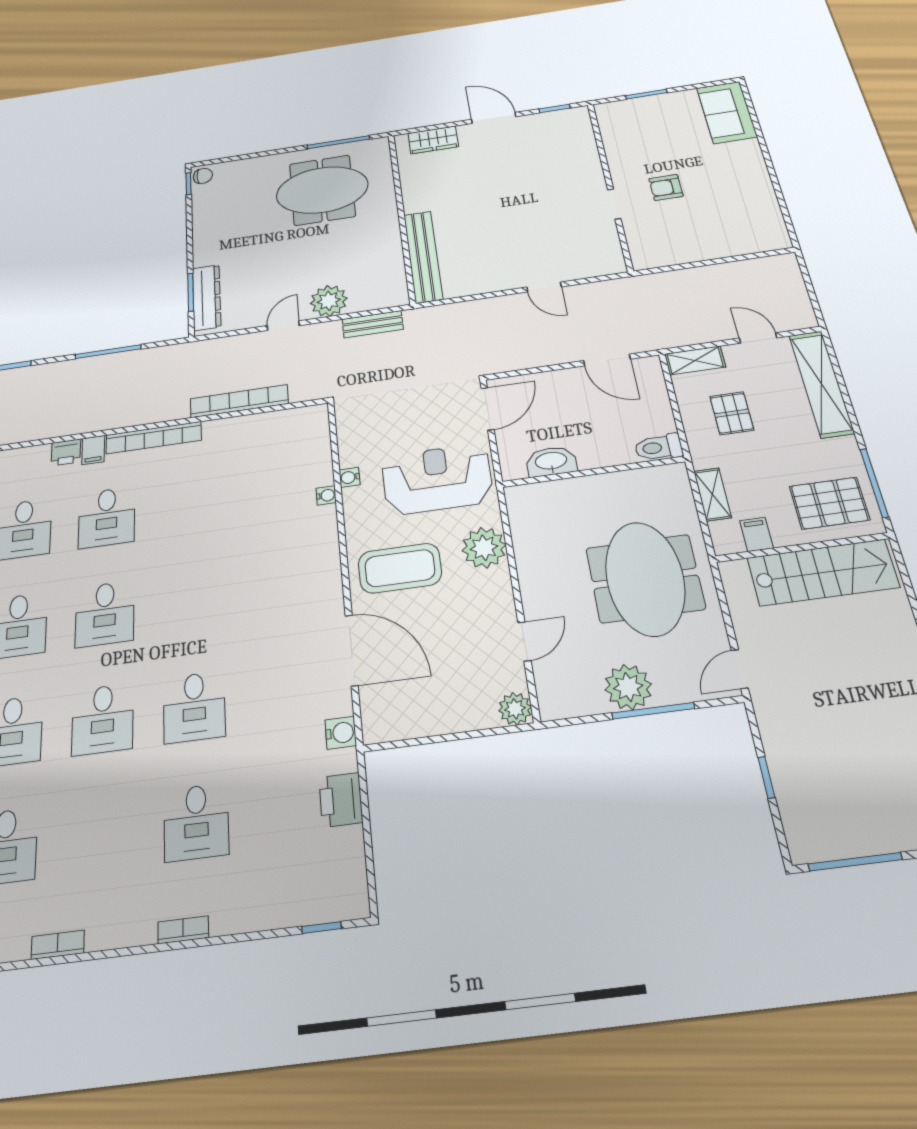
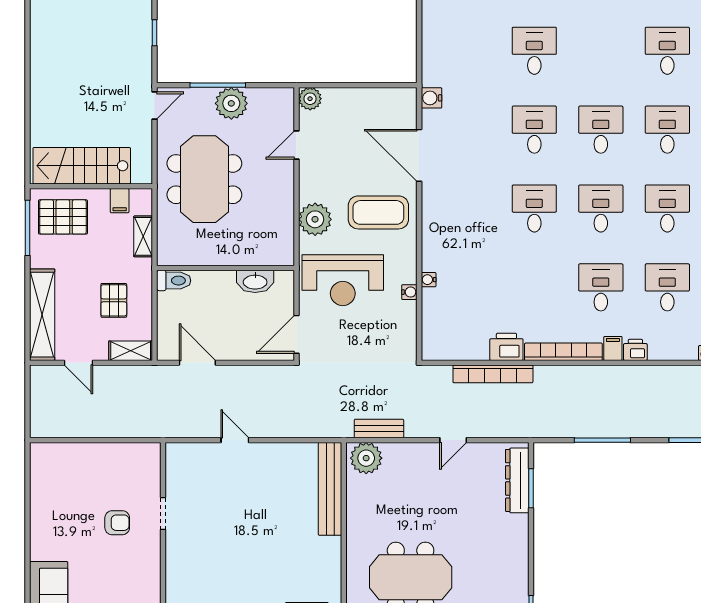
plant: (329, 301) -> (366, 458), moved
desk: (192, 602) -> (534, 208), added
printer: (341, 800) -> (506, 347), moved, turned -90

